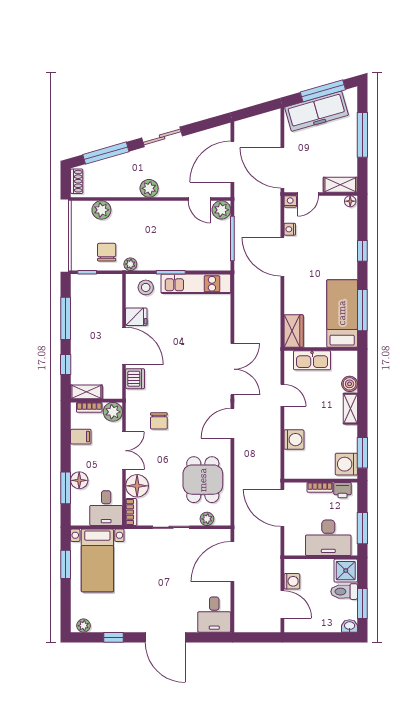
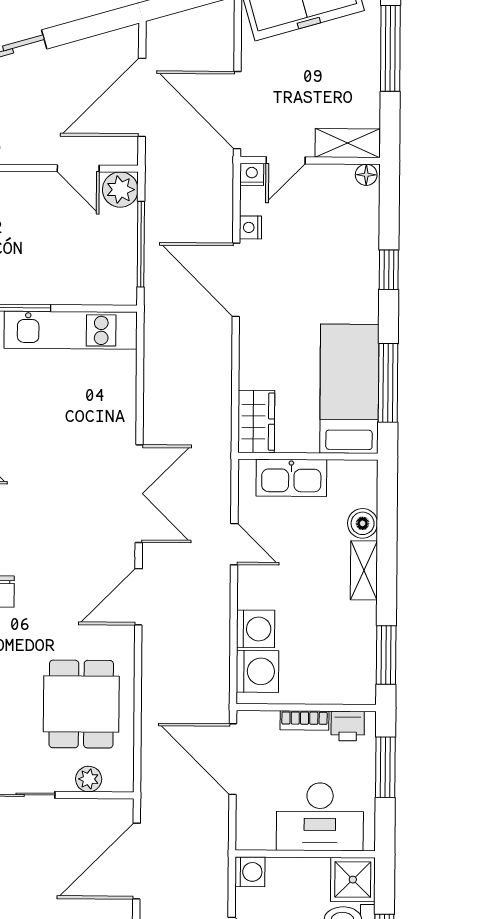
washing machine: (346, 464) -> (257, 671), moved, turned 180
window: (362, 528) -> (385, 767), moved
washing machine: (292, 581) -> (250, 872), moved

